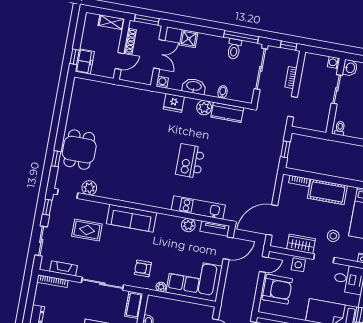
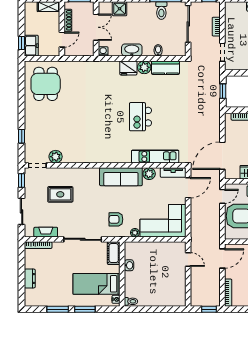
fridge: (174, 103) -> (128, 68), moved
dining table: (79, 150) -> (46, 84), moved
sofa: (131, 218) -> (121, 177), moved

